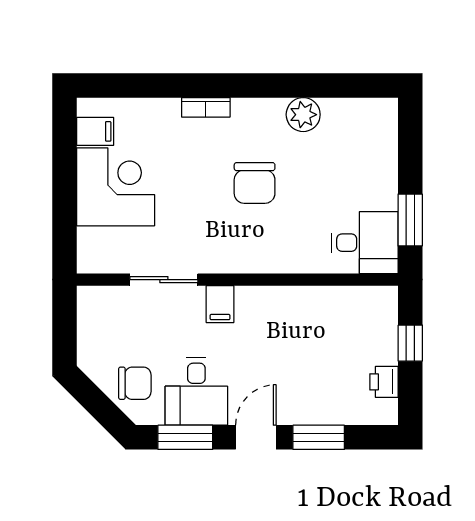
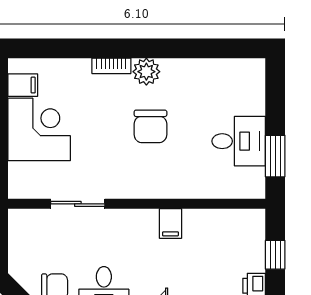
plant: (303, 115) -> (146, 72), moved
desk: (365, 243) -> (239, 141), moved
filing cabinet: (220, 304) -> (170, 223), moved

